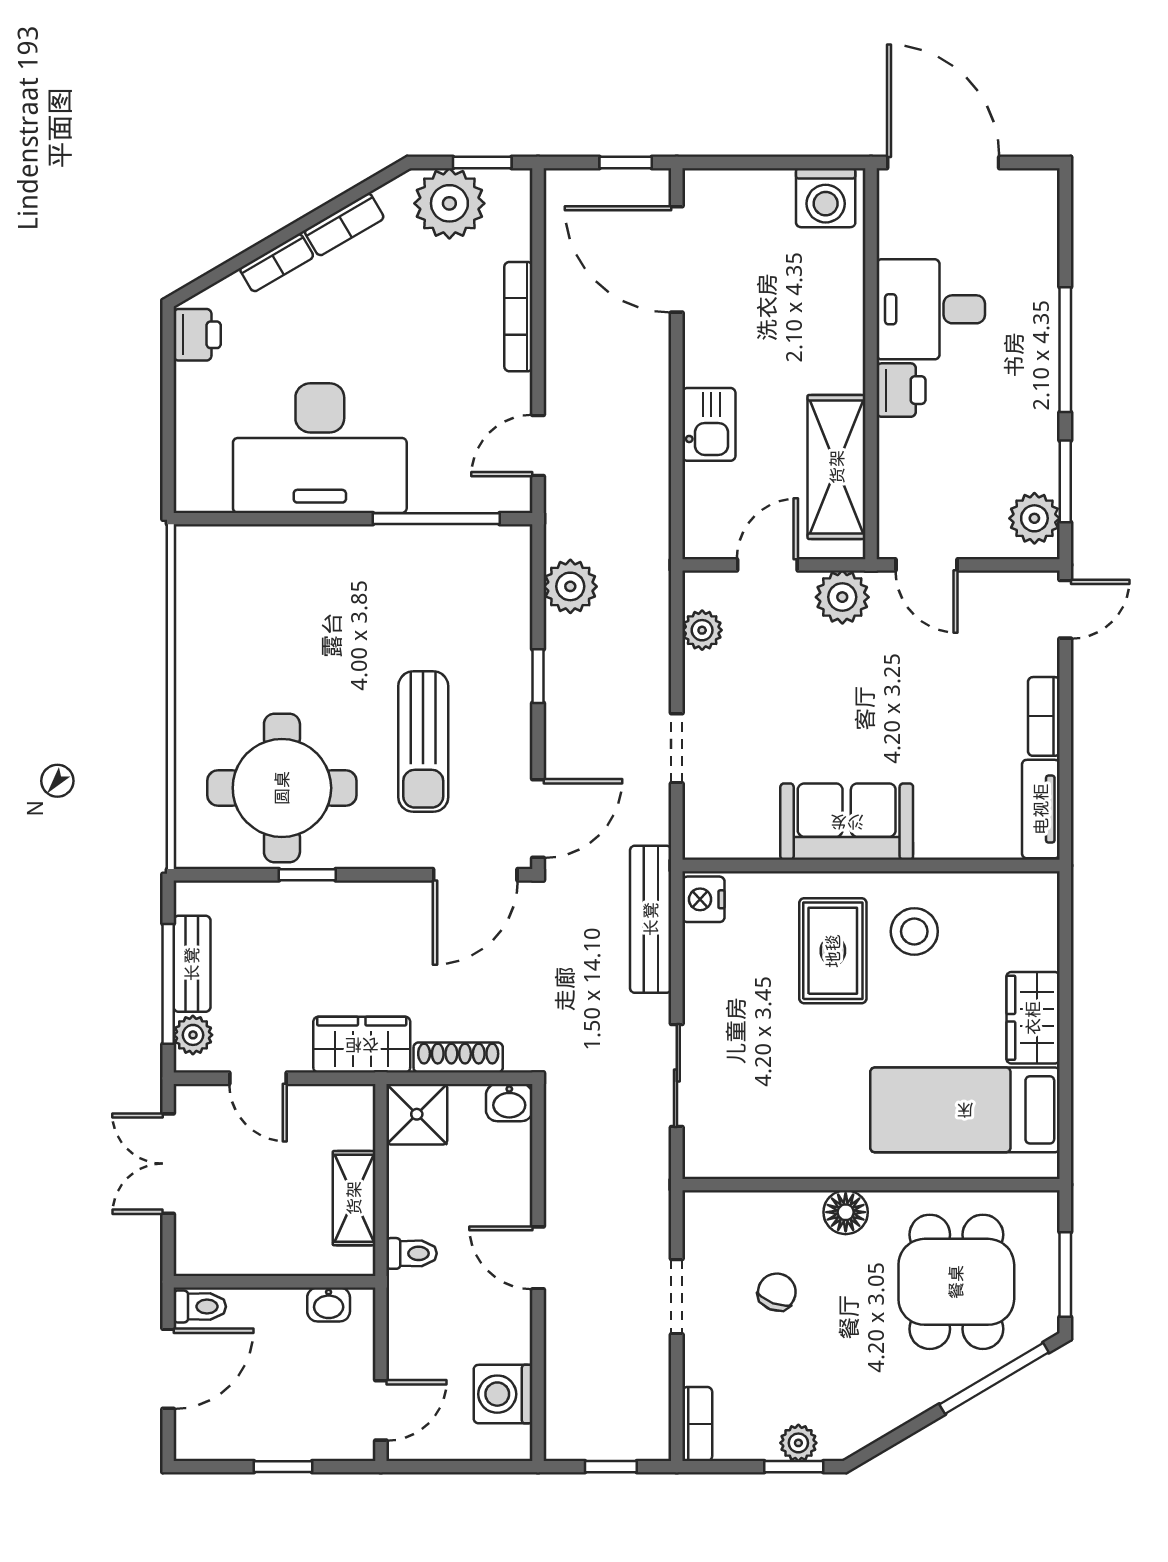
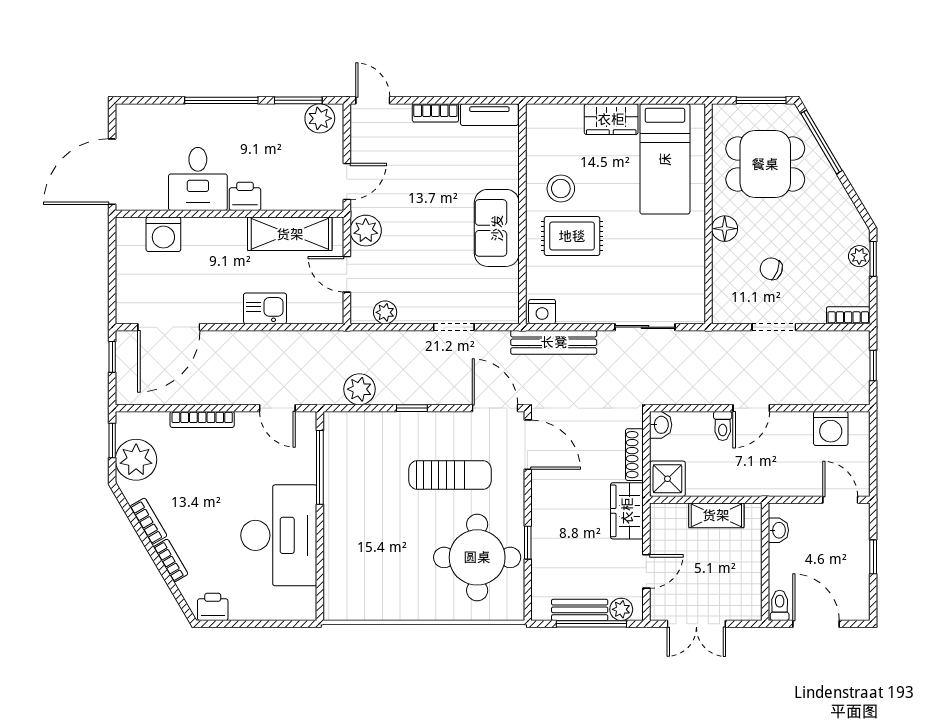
washing machine: (826, 198) -> (163, 234), moved, turned 90
toilet: (412, 1253) -> (723, 426), moved, turned 180

